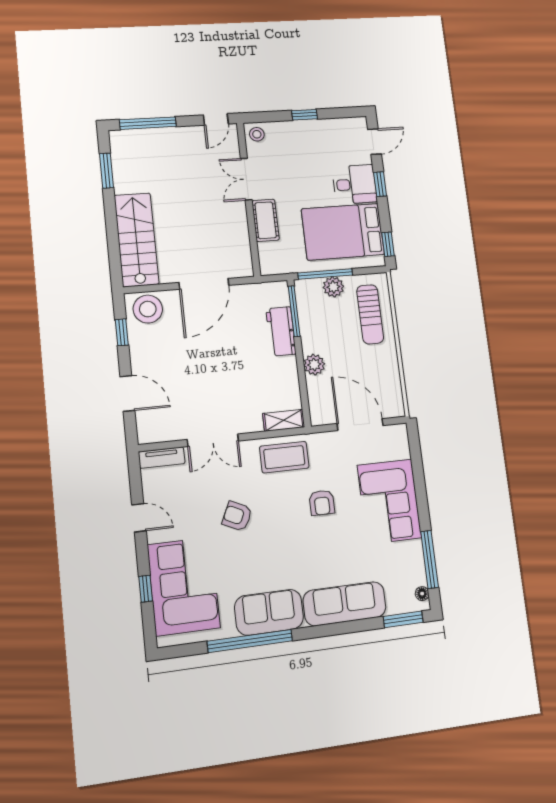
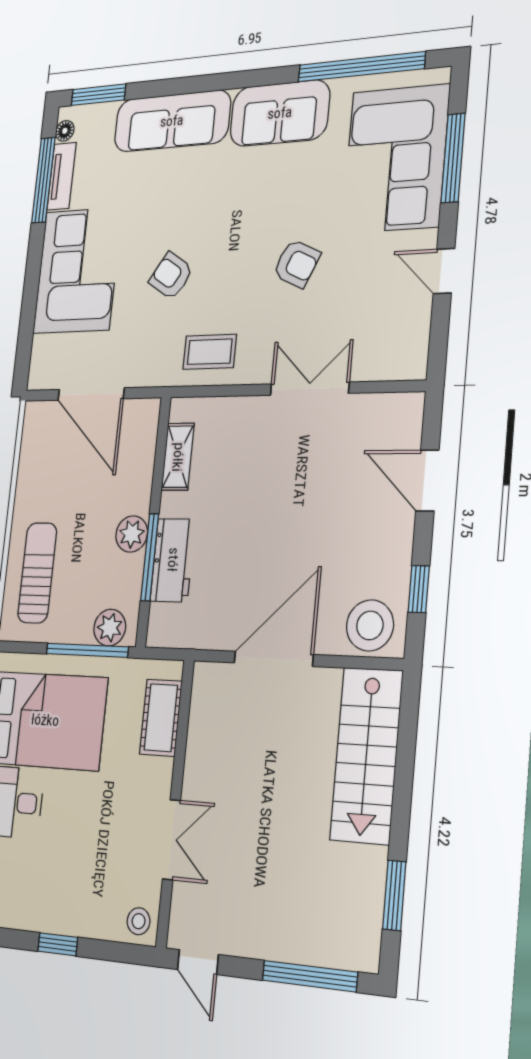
door: (216, 119) -> (198, 962), swing flipped
cot: (266, 220) -> (161, 718), moved
plant: (333, 287) -> (110, 628), moved
window: (294, 311) -> (150, 557), moved
plant: (314, 365) -> (132, 534), moved
shelving: (284, 420) -> (178, 457), moved, turned 90
coffee table: (284, 457) -> (210, 352), width x0.73, depth x0.77
tv unit: (162, 458) -> (62, 176), moved, turned 90
armchair: (322, 503) -> (171, 276), turned -57
window: (146, 589) -> (453, 158), width x2.17
window: (250, 641) -> (361, 67), moved

